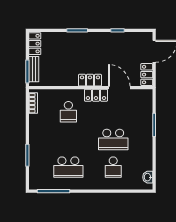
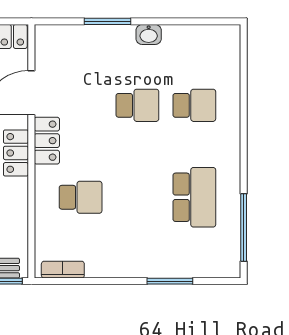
school desk: (113, 139) -> (137, 105), width x0.54
washbasin: (148, 177) -> (149, 34), moved

